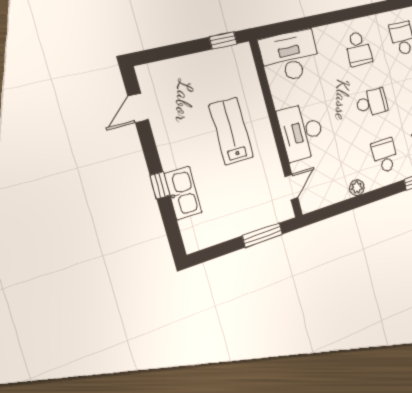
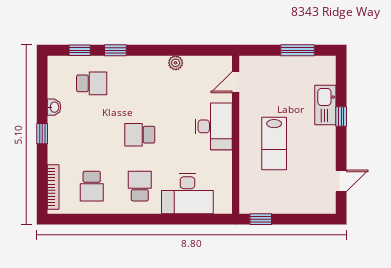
desk: (290, 56) -> (187, 194), moved
school desk: (385, 155) -> (140, 83), removed
window: (263, 235) -> (298, 50), moved

